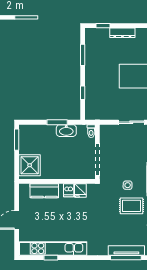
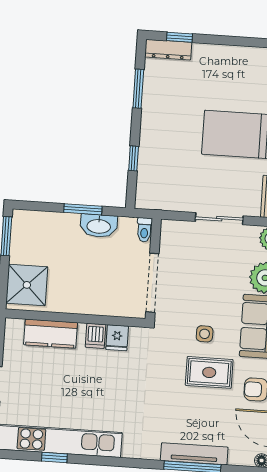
dresser: (122, 33) -> (168, 50), moved

